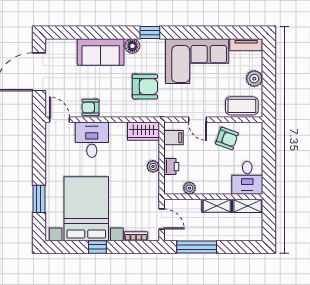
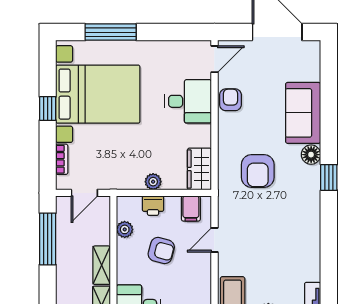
corner sofa: (197, 61) -> (291, 239), removed
armchair: (227, 139) -> (161, 251), moved, turned -95
window: (39, 199) -> (111, 32), width x1.44

